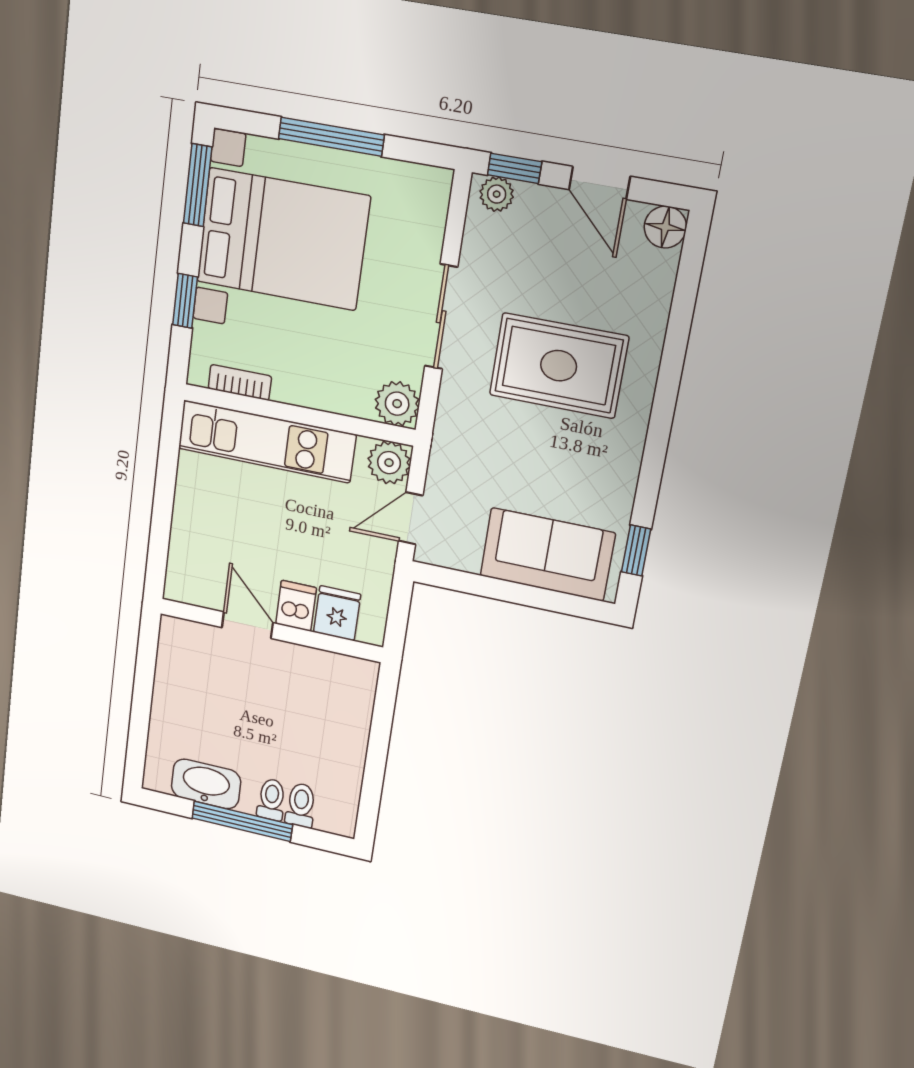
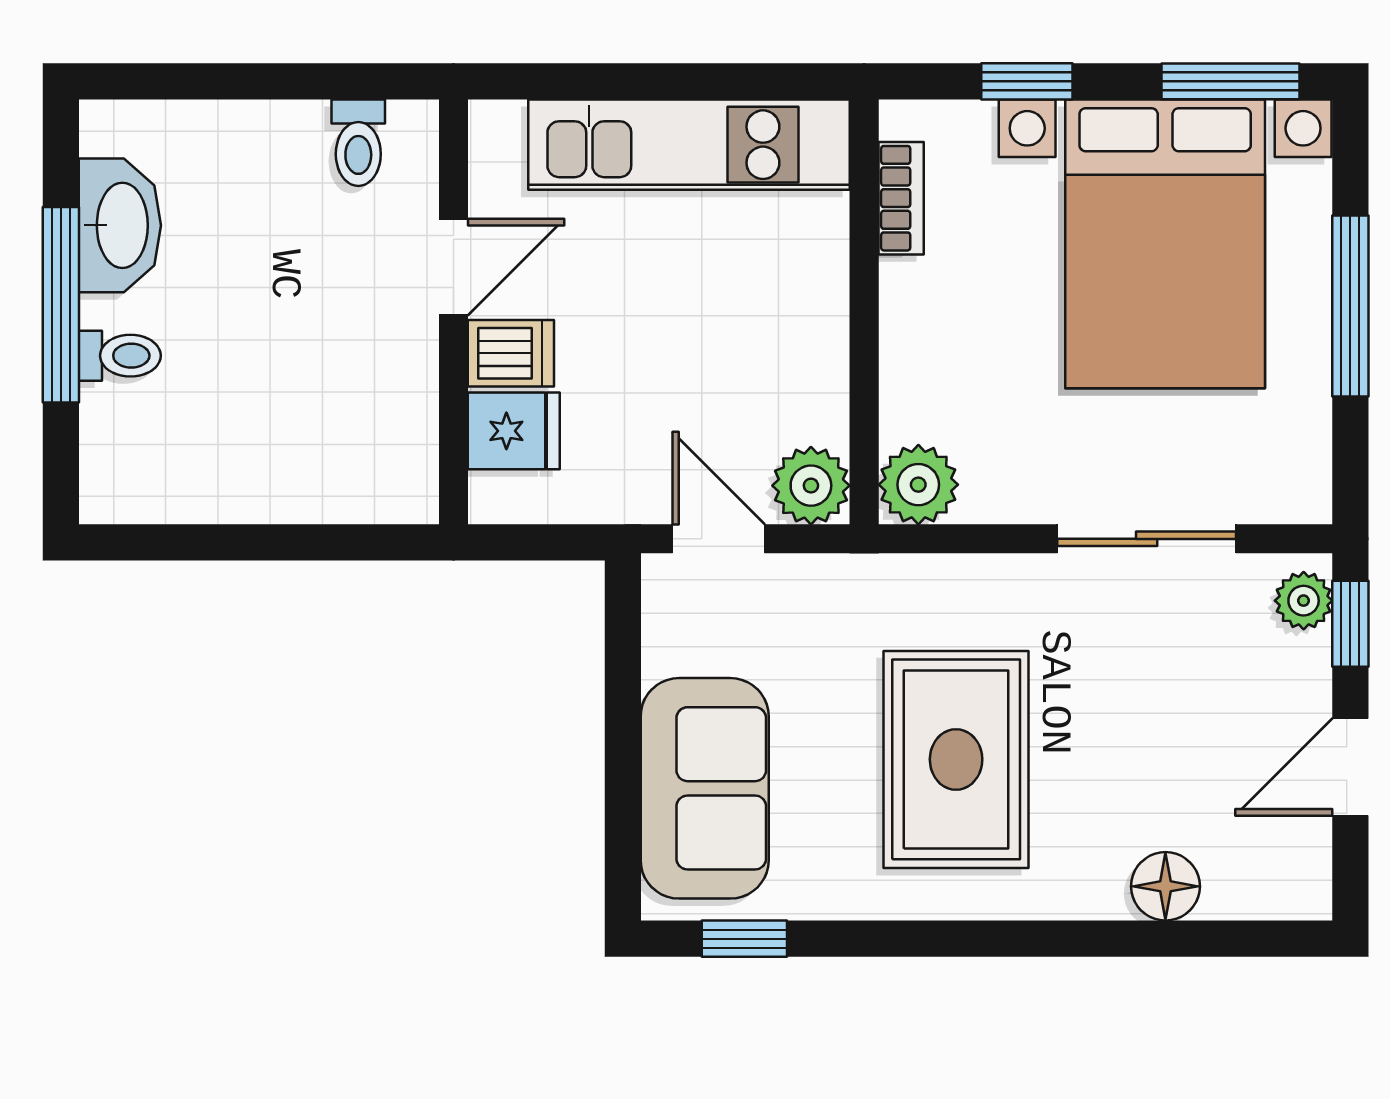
floor lamp: (665, 227) -> (1165, 886), moved
sliding door: (441, 317) -> (1147, 539), moved
rug: (559, 366) -> (956, 759), moved
kitchen unit: (267, 441) -> (689, 145), moved, turned -90
toilet: (301, 805) -> (358, 143), moved, turned 90

